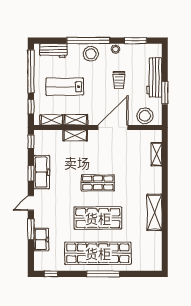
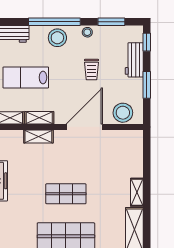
window: (165, 57) -> (147, 42), added
workbench: (154, 77) -> (134, 60), width x0.73
shelving: (157, 154) -> (137, 192), moved

